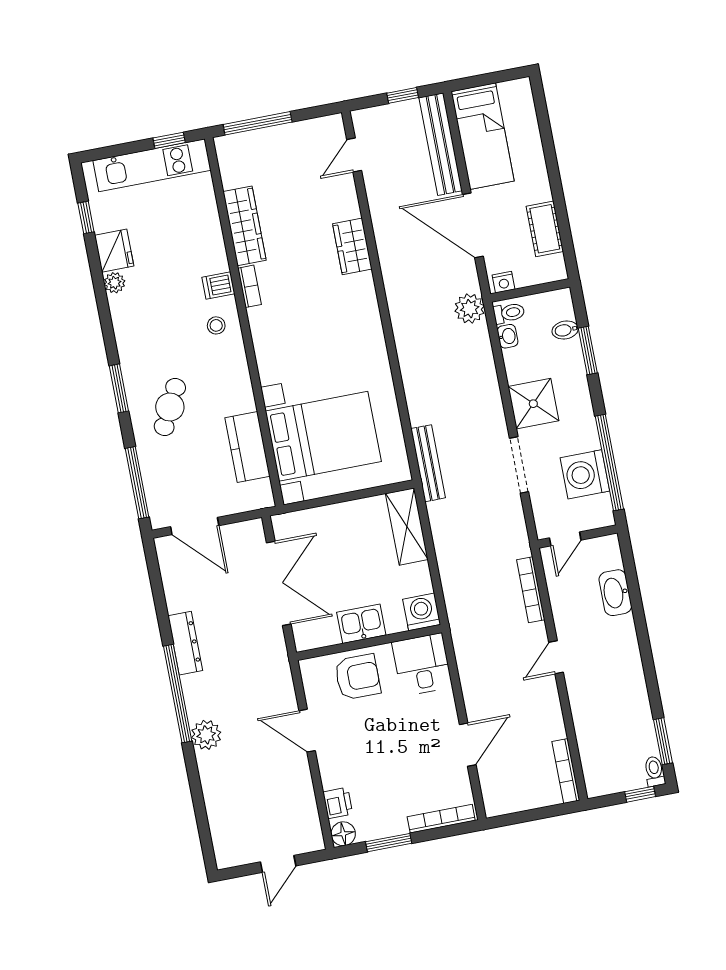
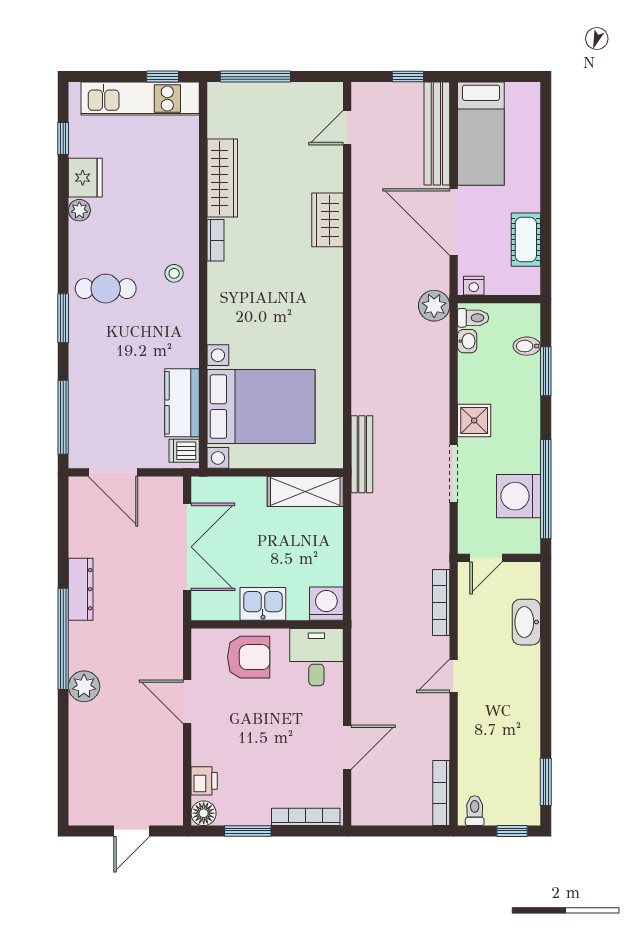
dishwasher: (218, 285) -> (184, 451), moved
shower: (533, 404) -> (474, 420), width x0.73, depth x0.73
cafe table: (170, 407) -> (106, 289), moved, turned 63
shelving: (407, 527) -> (305, 492), moved, turned 90
toilet: (654, 771) -> (475, 811), moved

